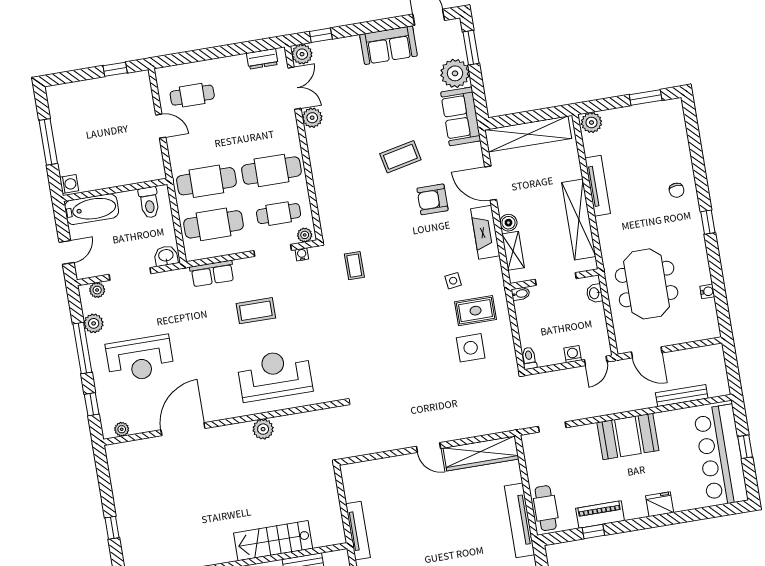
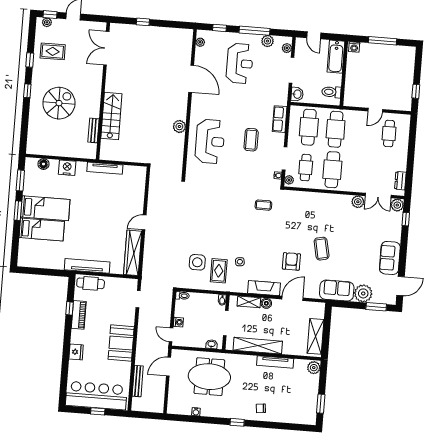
shelving: (528, 134) -> (316, 336), width x0.68
reception desk: (140, 359) -> (240, 63), turned 180

